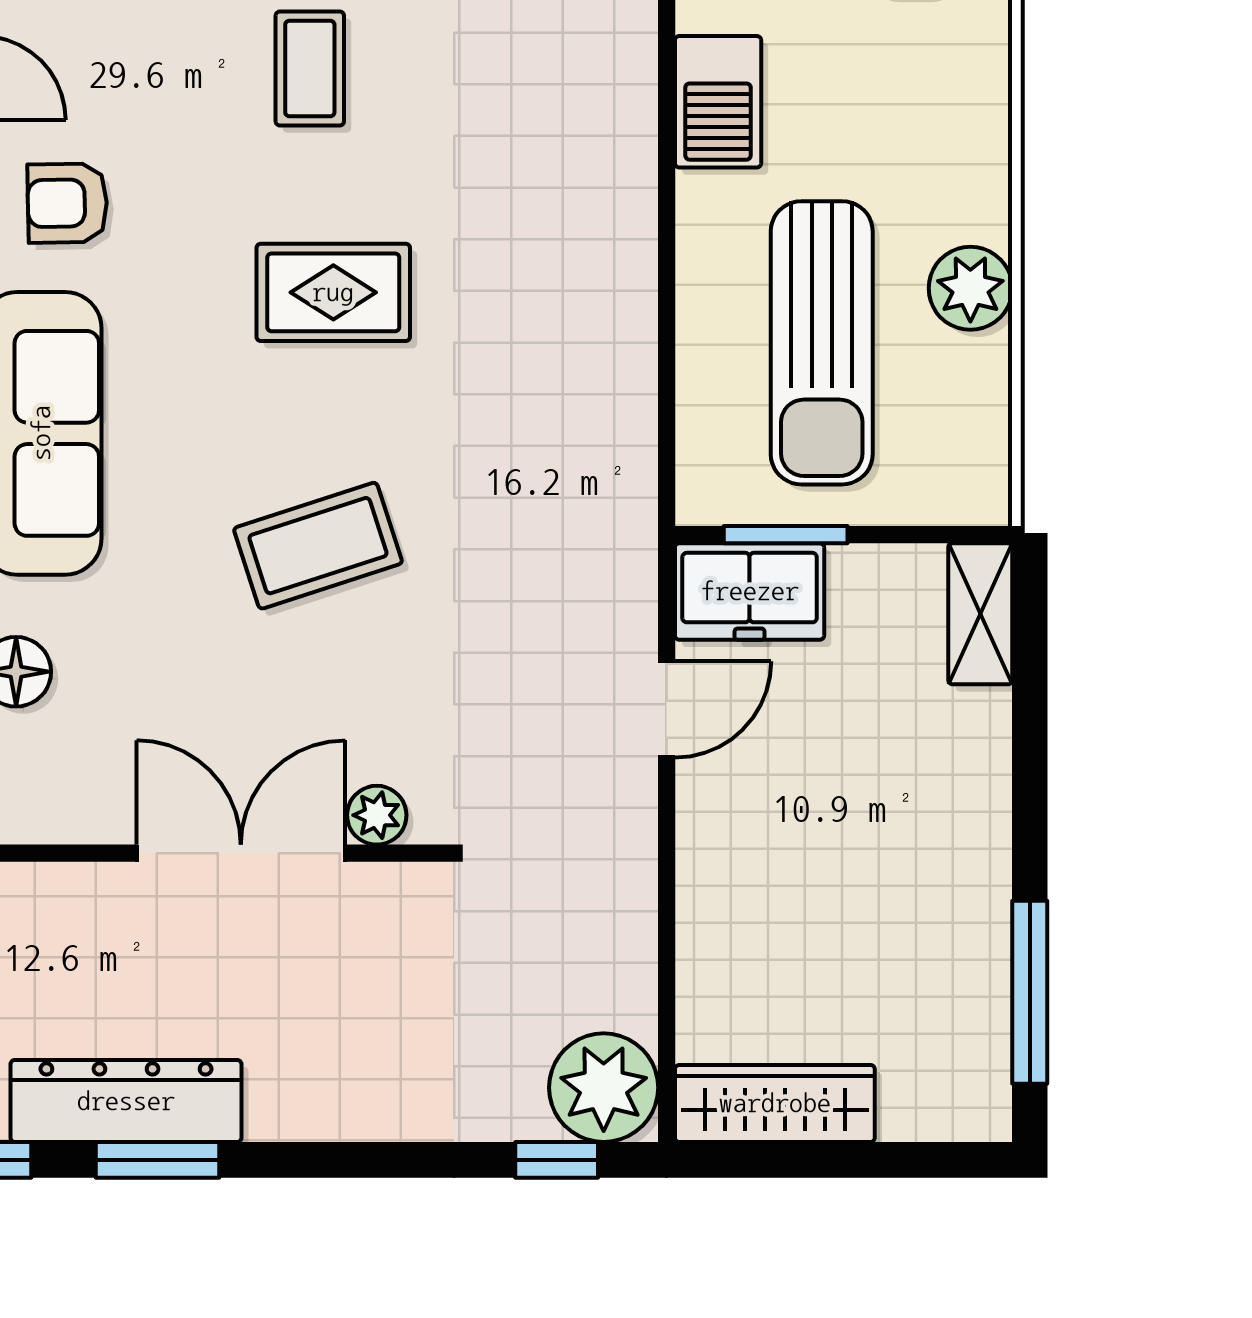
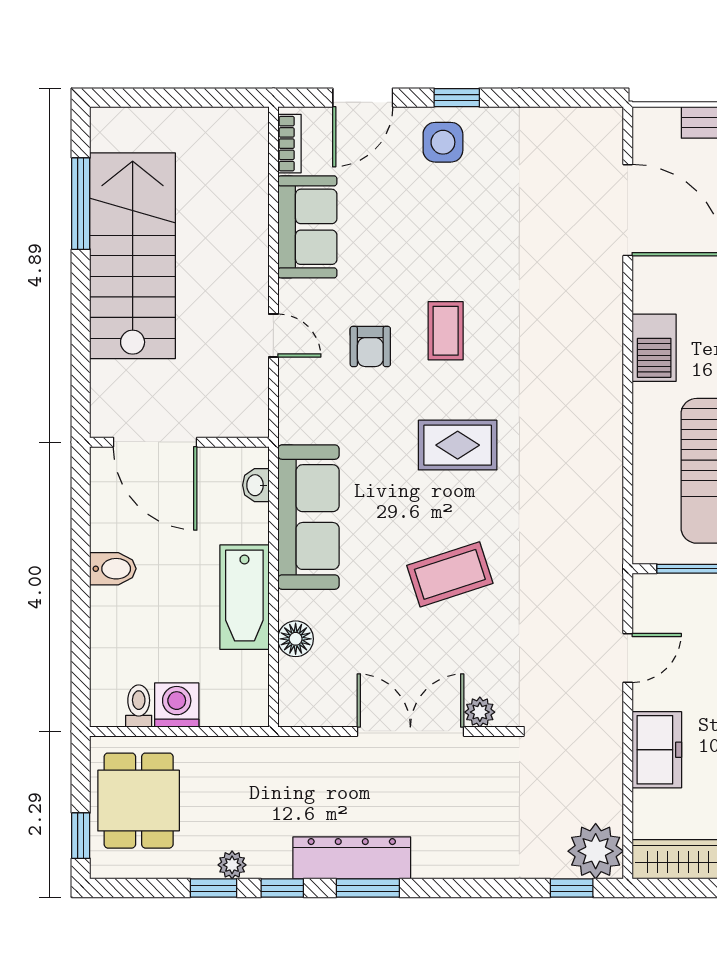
armchair: (67, 203) -> (370, 346), moved, turned -89
freezer: (750, 591) -> (657, 750), moved, turned -90

